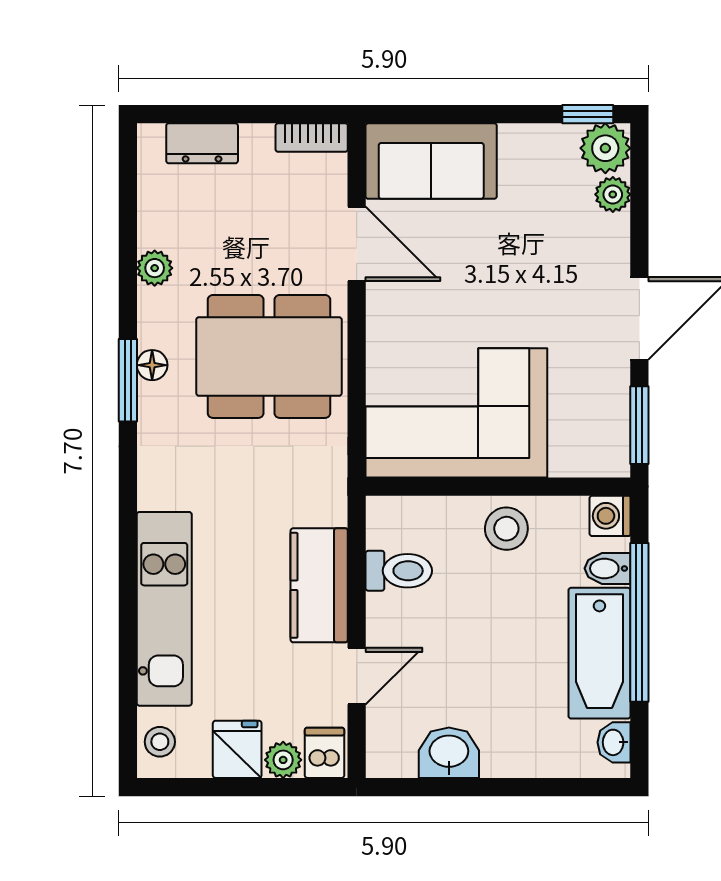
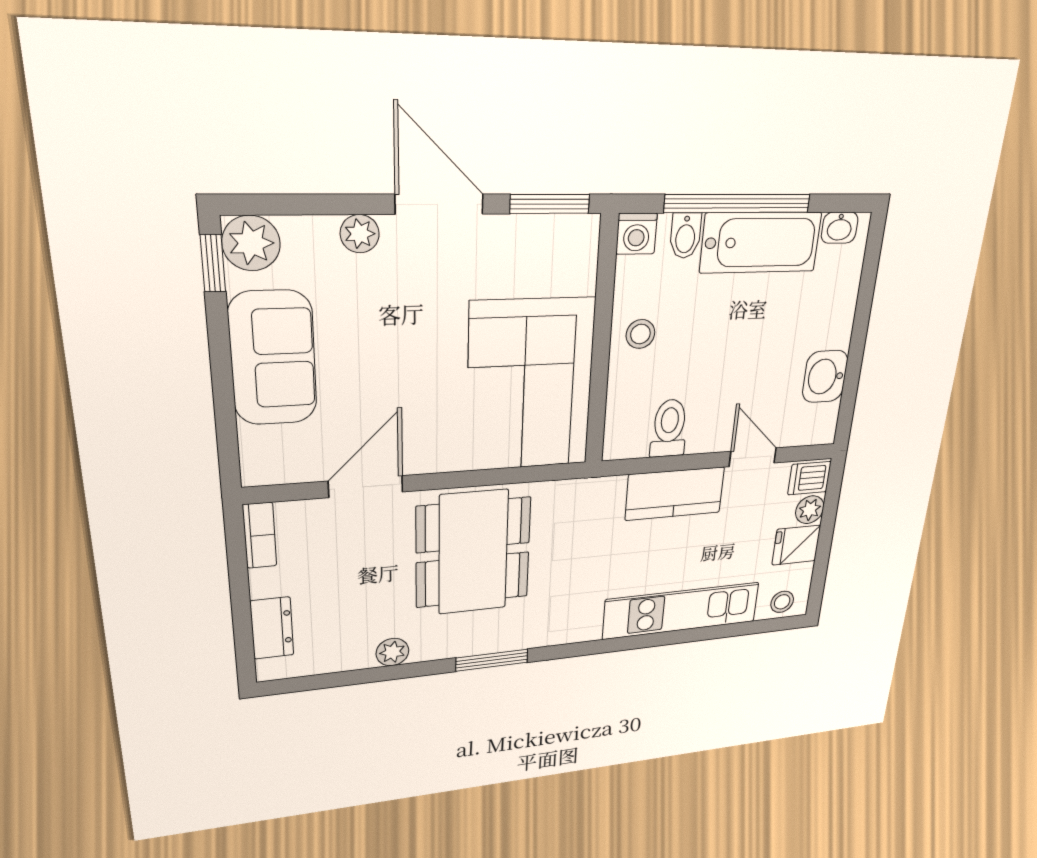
sofa: (431, 161) -> (273, 358), moved
plant: (613, 194) -> (360, 234), moved
floor lamp: (152, 365) -> (479, 644), removed
stool: (506, 529) -> (640, 334), width x0.73, depth x0.73

